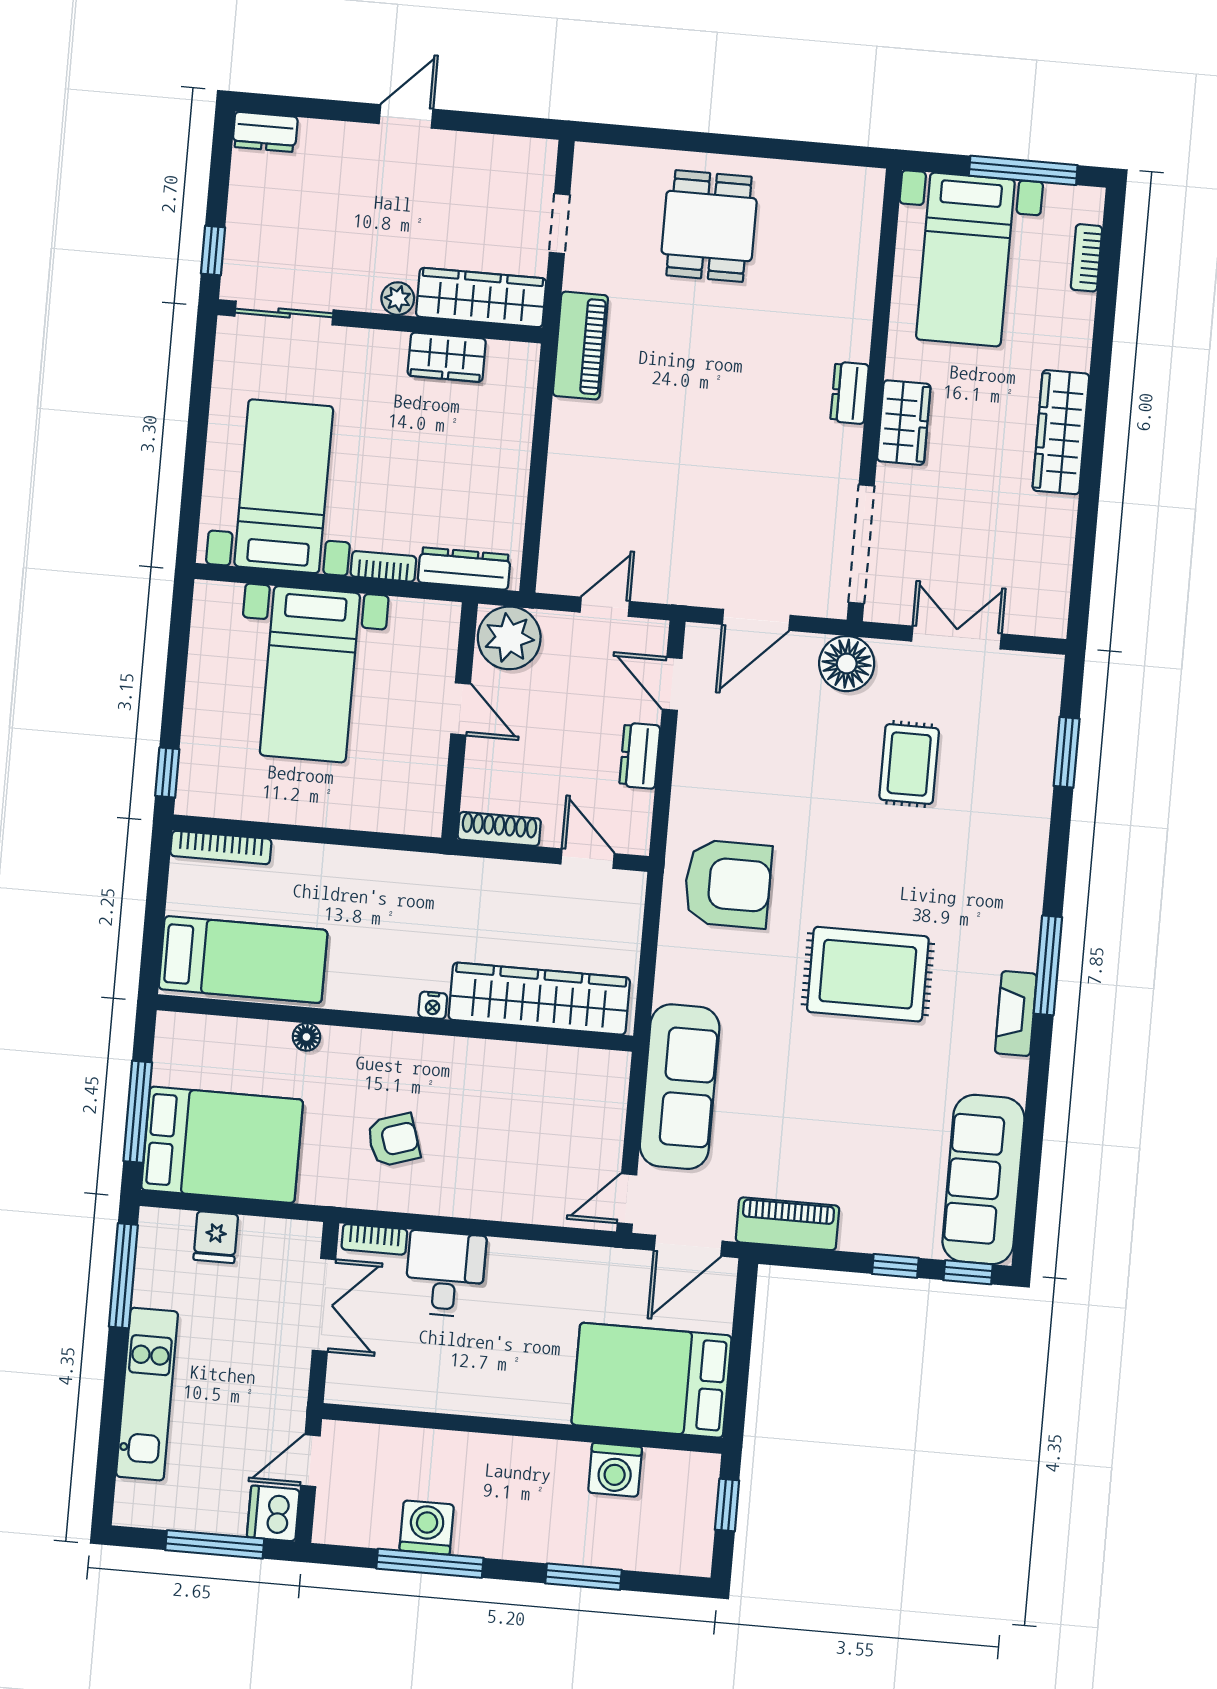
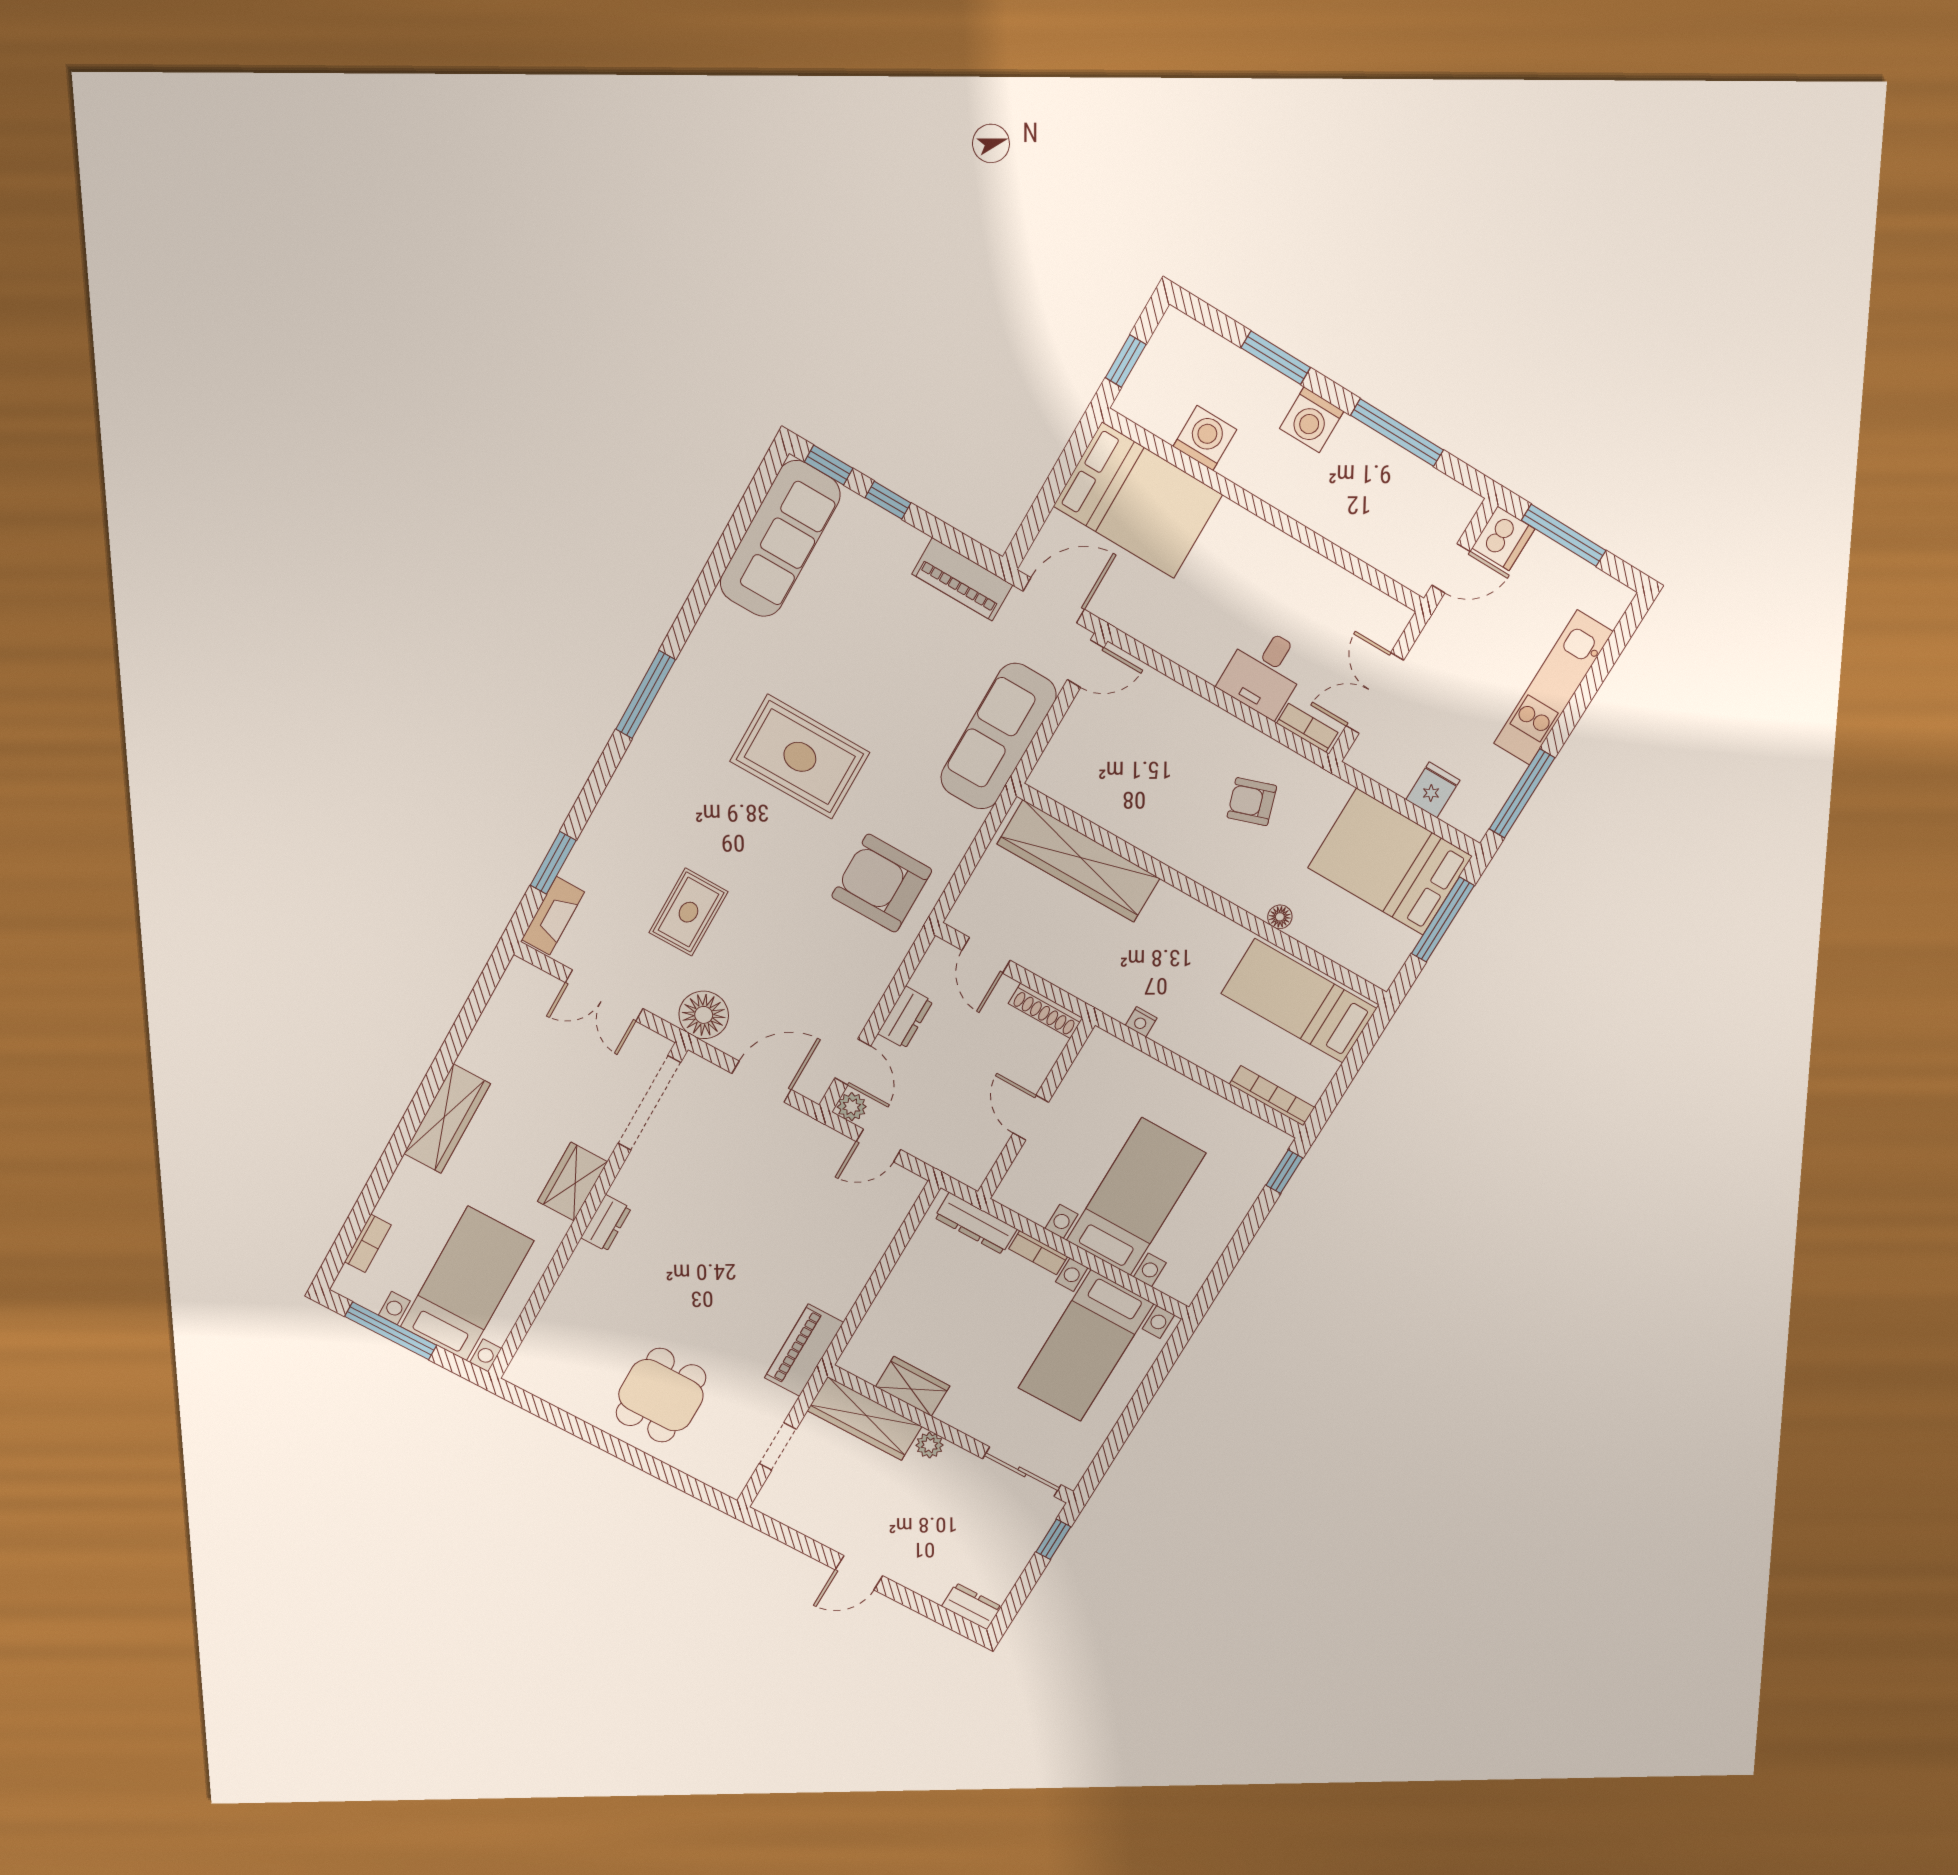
plant: (509, 638) -> (852, 1107), moved, width x0.53, depth x0.53
nightstand: (433, 1005) -> (1141, 1022), moved, turned 180
fireplace: (1016, 1014) -> (553, 916), moved
washing machine: (427, 1528) -> (1312, 420), moved

